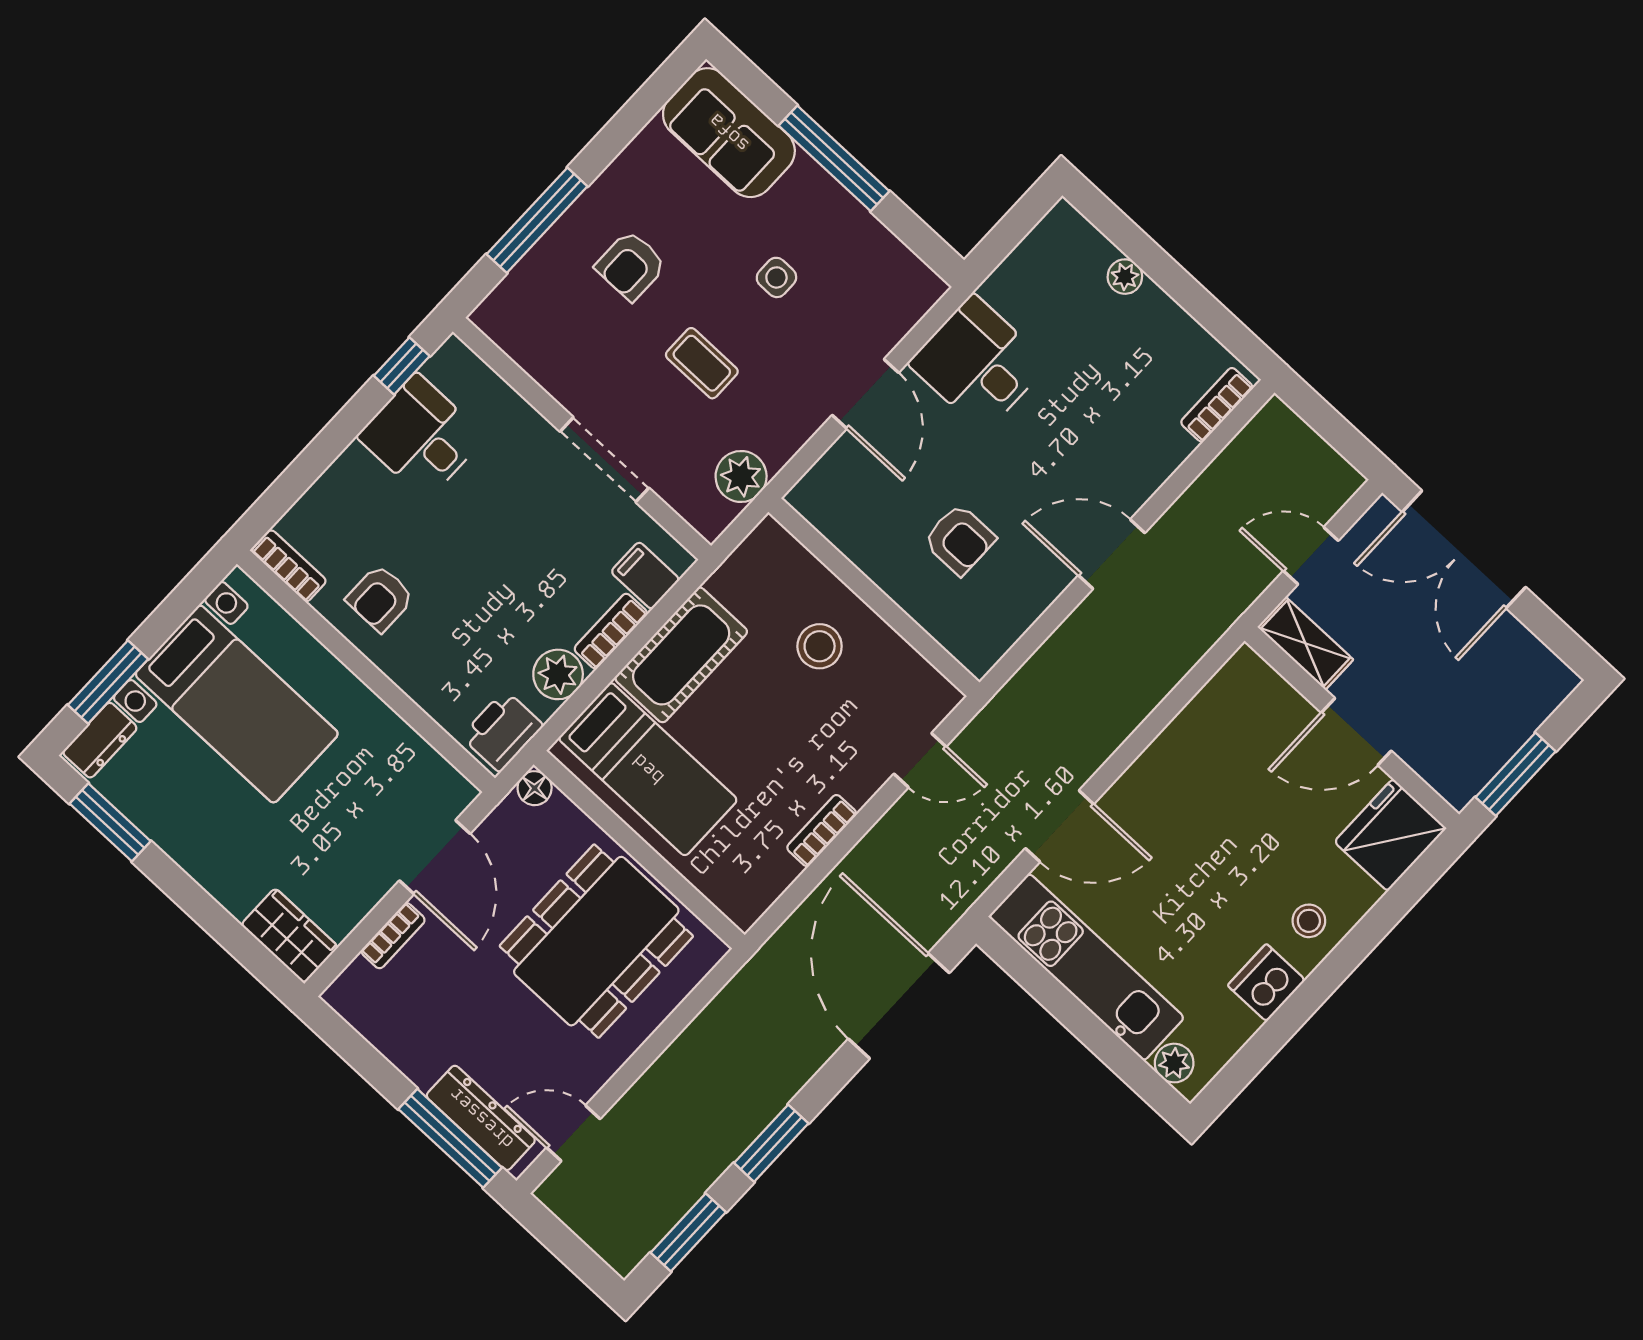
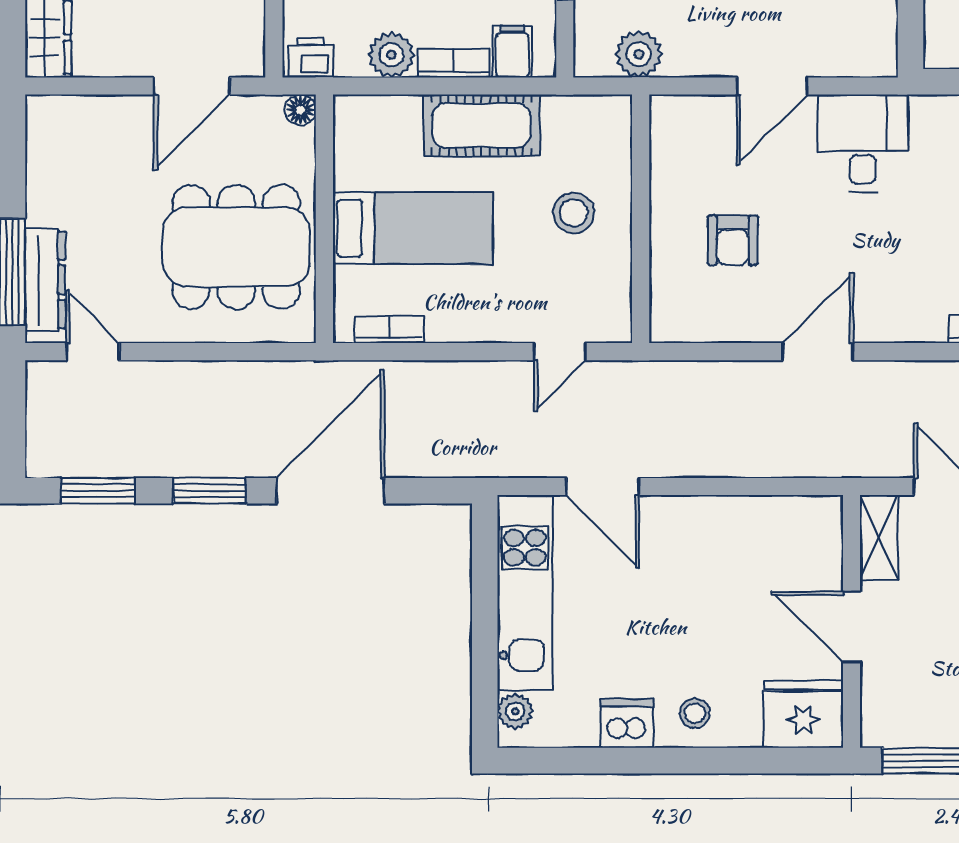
door: (1112, 554) -> (818, 352), hinge flipped
printer: (502, 731) -> (311, 57), width x0.73, depth x0.81
door: (920, 760) -> (560, 352), hinge flipped
bed: (648, 769) -> (413, 228), moved, turned -90
bookcase: (822, 831) -> (389, 329), moved
bookcase: (393, 936) -> (113, 107), removed
door: (899, 1006) -> (330, 491), moved

